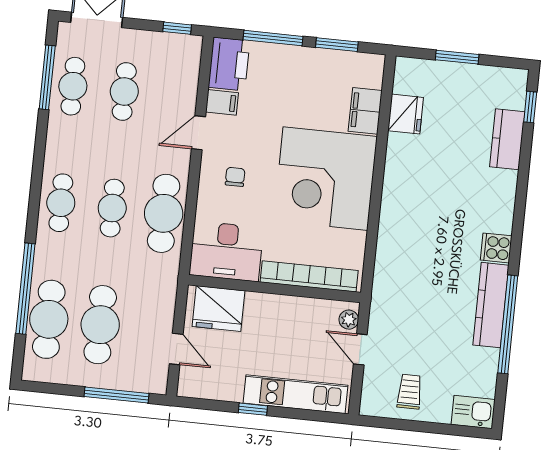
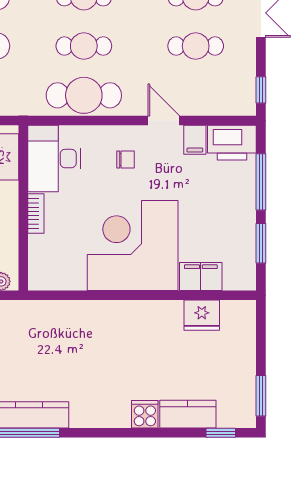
window: (457, 57) -> (261, 396), moved
cooker: (496, 248) -> (145, 414), moved
bookcase: (309, 276) -> (36, 214), width x0.43, depth x0.76

